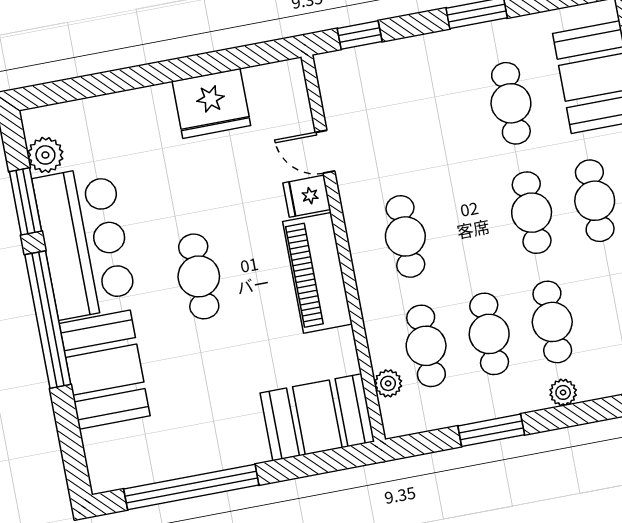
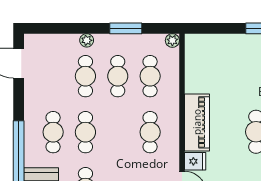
plant: (388, 383) -> (172, 40), moved
booth: (317, 417) -> (211, 51), removed

